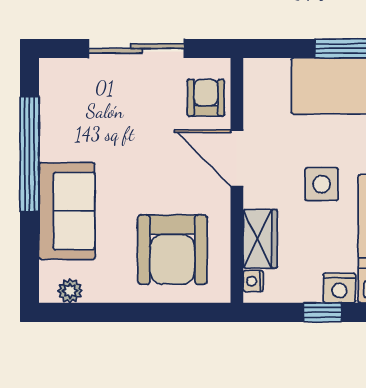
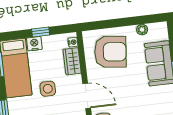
armchair: (172, 250) -> (110, 52), turned 96
plant: (70, 291) -> (142, 30), moved

